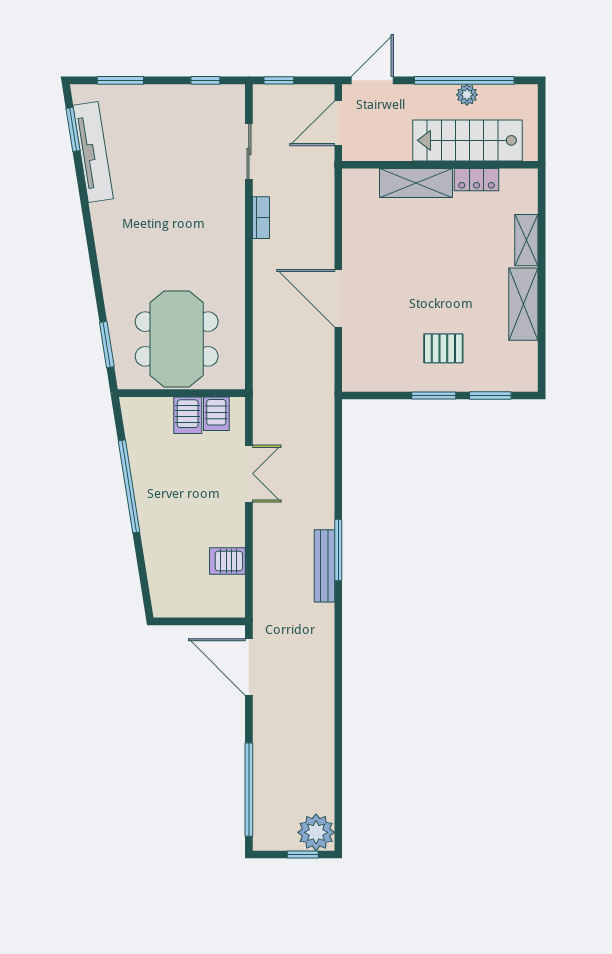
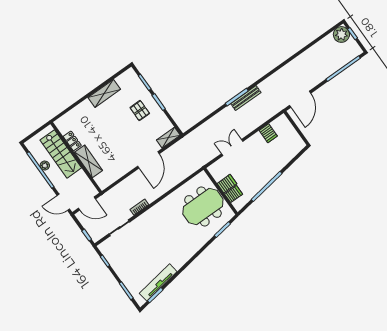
shelving: (526, 240) -> (168, 138), moved
server rack: (216, 414) -> (234, 194), moved

